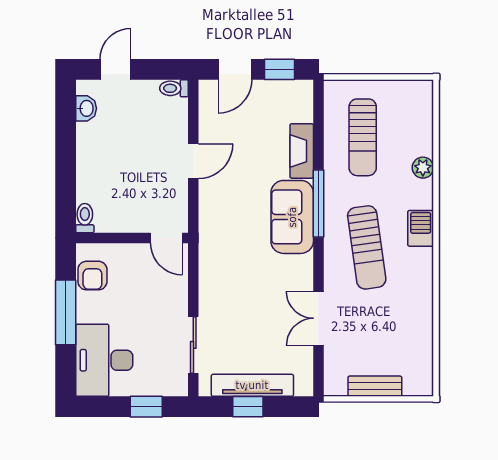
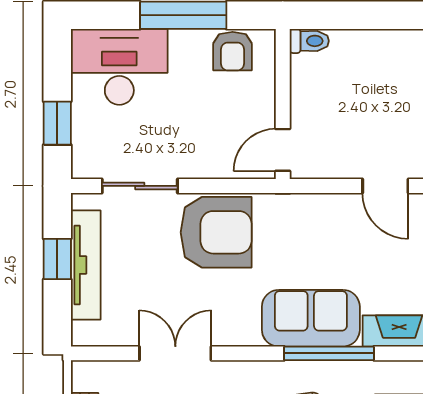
armchair: (92, 276) -> (233, 51), turned -90
armchair: (228, 288) -> (216, 232), added

